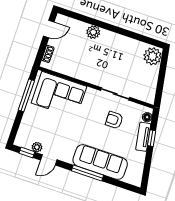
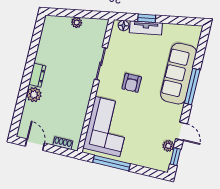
dresser: (110, 37) -> (37, 75), added
plant: (153, 56) -> (77, 22), moved, width x0.53, depth x0.53
armchair: (114, 120) -> (132, 83), moved

